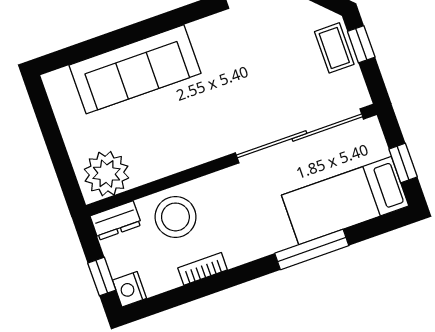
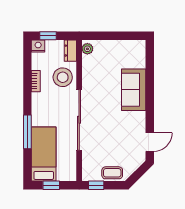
window: (361, 44) -> (96, 185), moved
sofa: (135, 69) -> (134, 90), width x0.73
sliding door: (299, 136) -> (79, 120), moved
plant: (106, 174) -> (87, 49), width x0.53, depth x0.53

